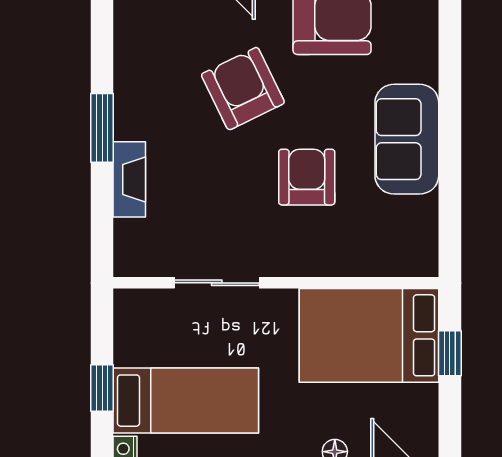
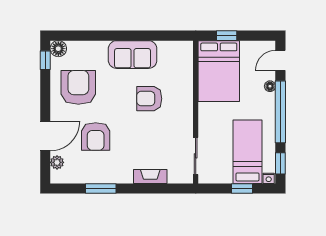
armchair: (243, 89) -> (96, 136), moved, turned -64
window: (102, 128) -> (101, 189), moved
sliding door: (217, 283) -> (196, 156), moved

